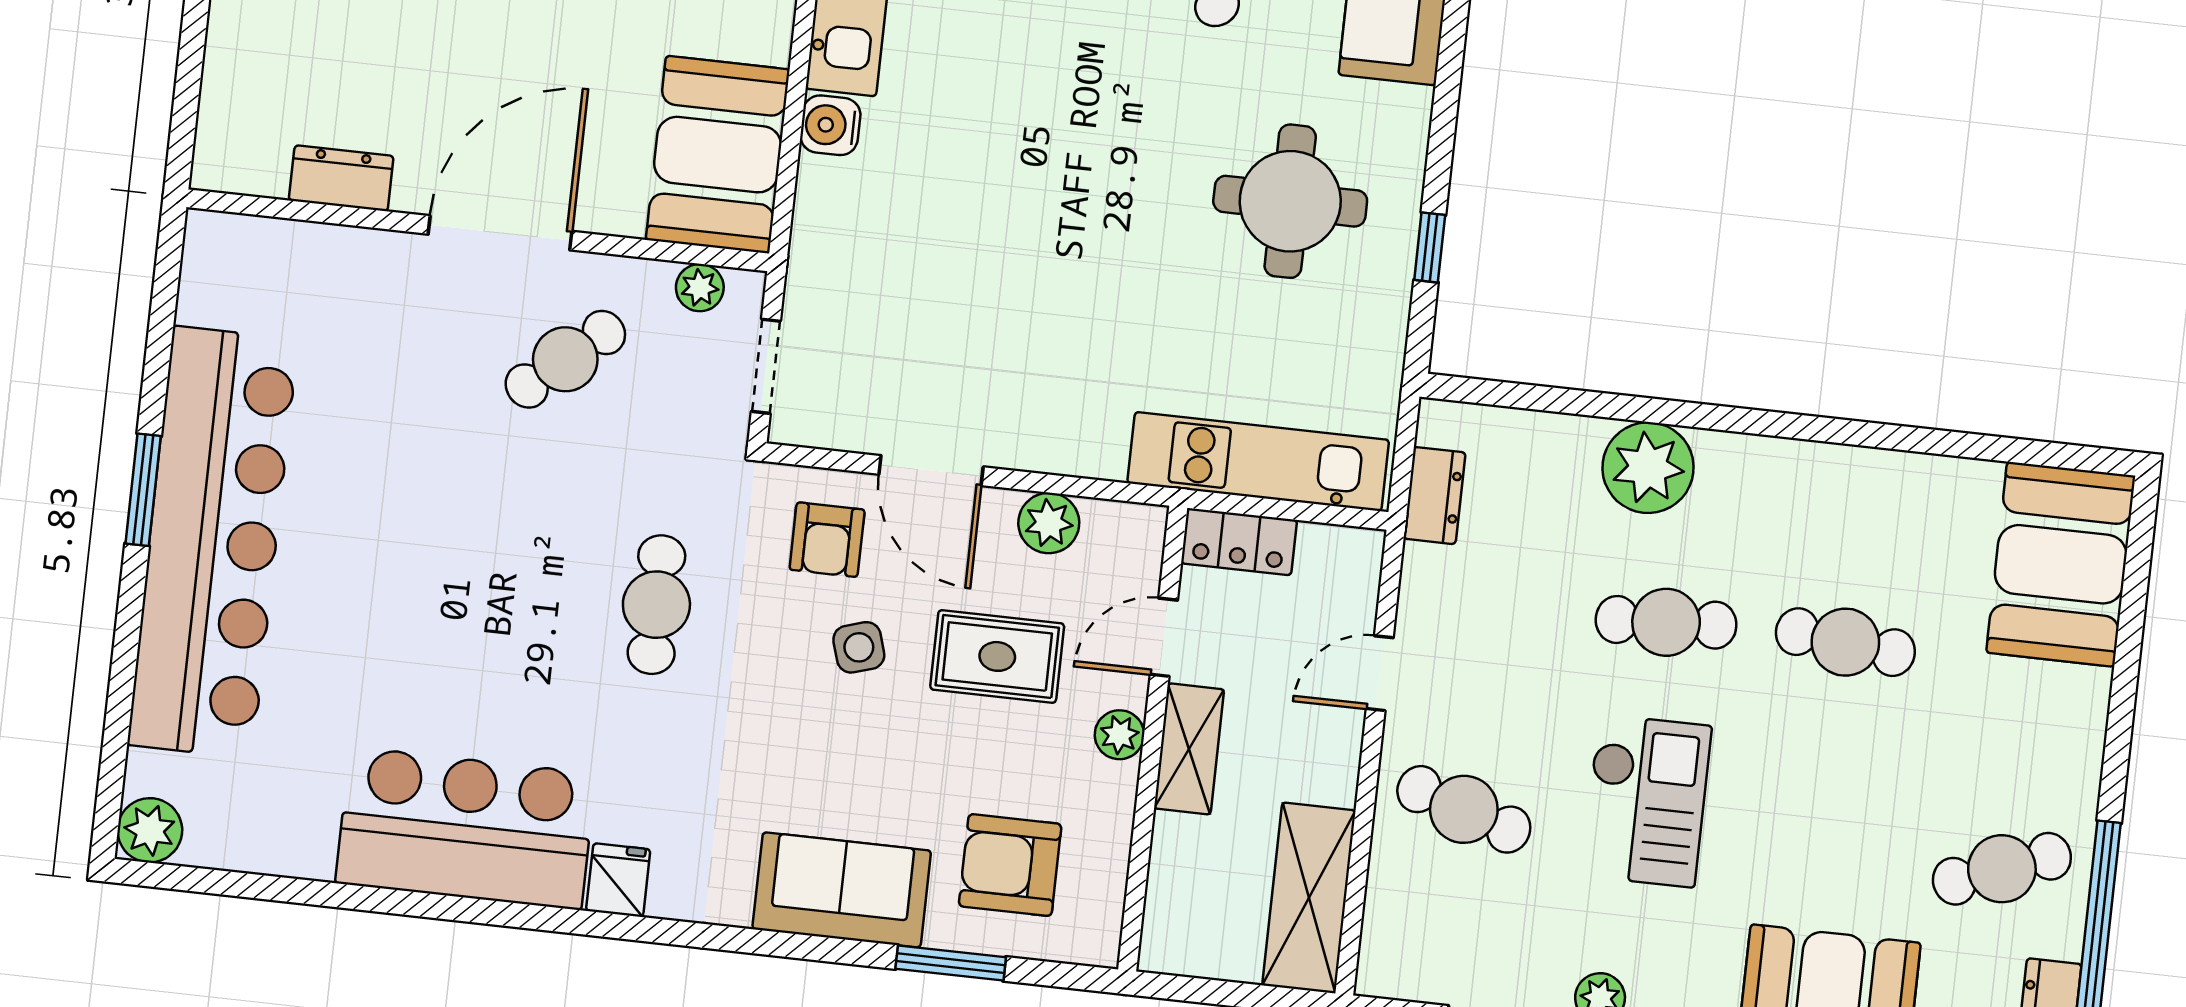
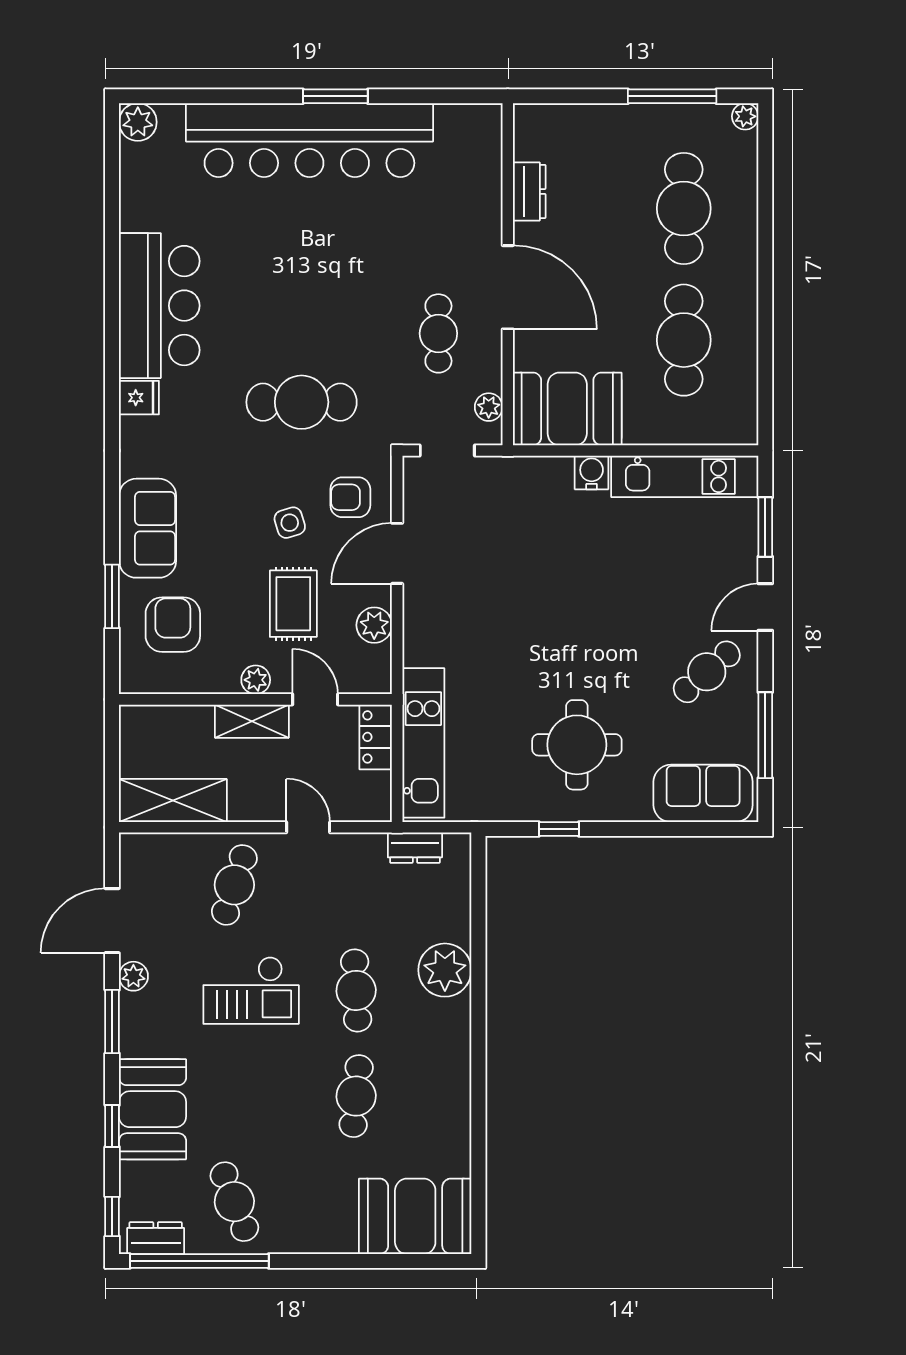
cafe table: (565, 359) -> (438, 333), turned 41
cafe table: (656, 605) -> (302, 402), width x1.37, depth x1.35

